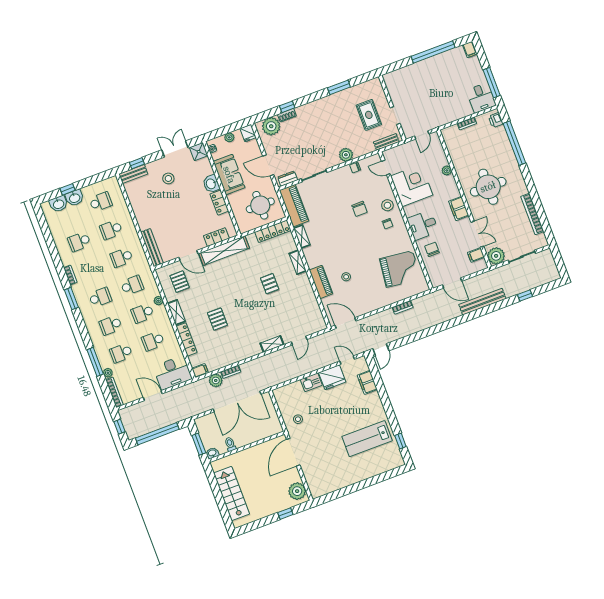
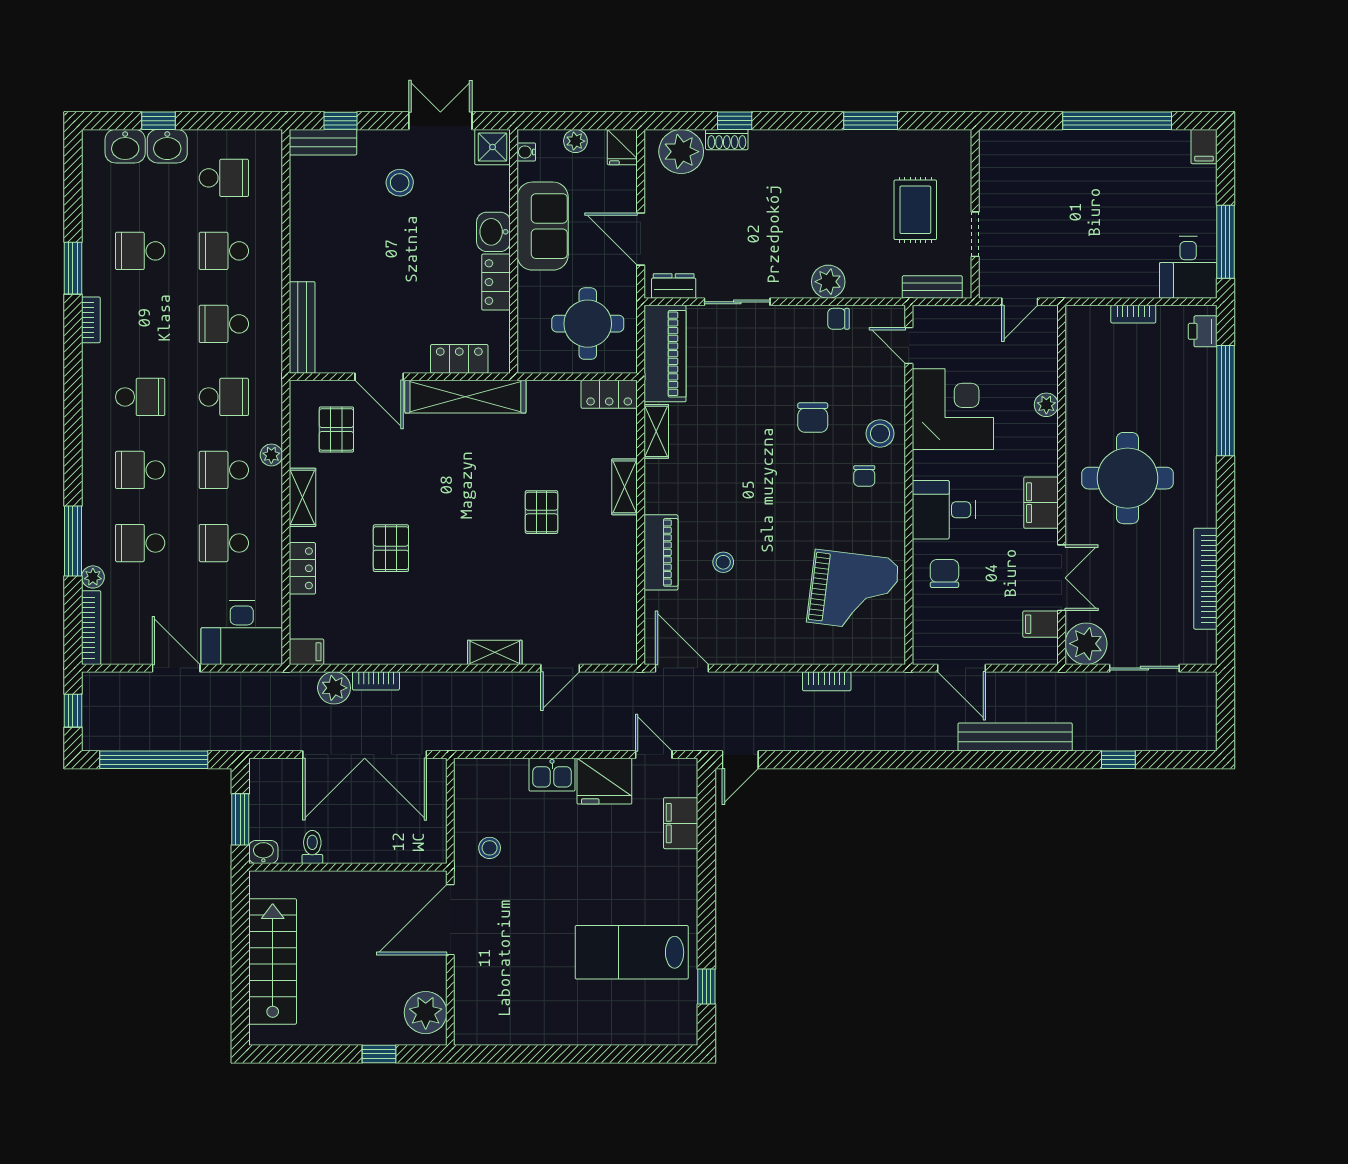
locker: (273, 231) -> (609, 394), width x0.66
window: (71, 299) -> (73, 268), moved
locker: (187, 339) -> (302, 568), width x0.66

